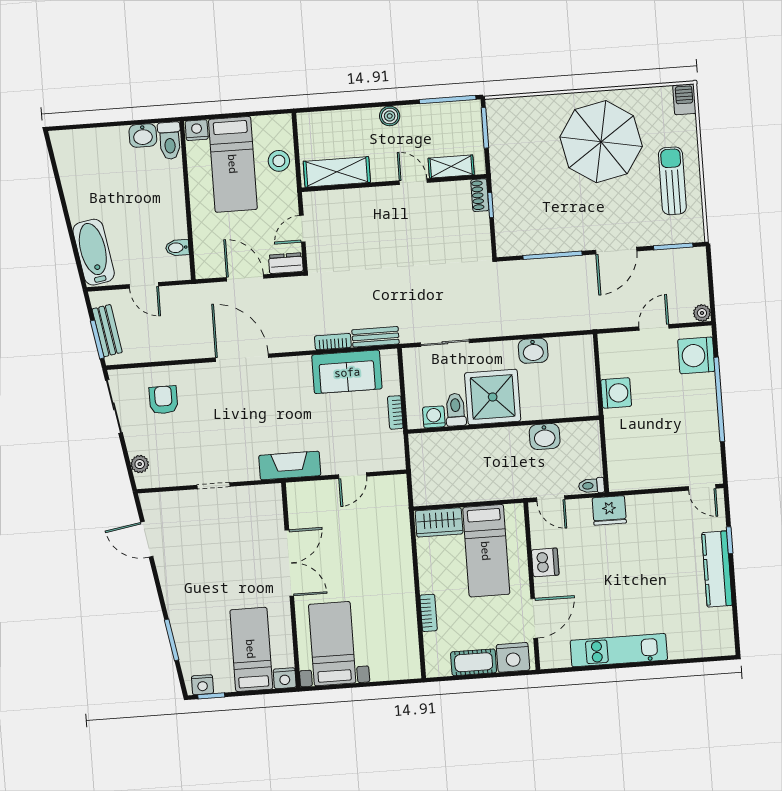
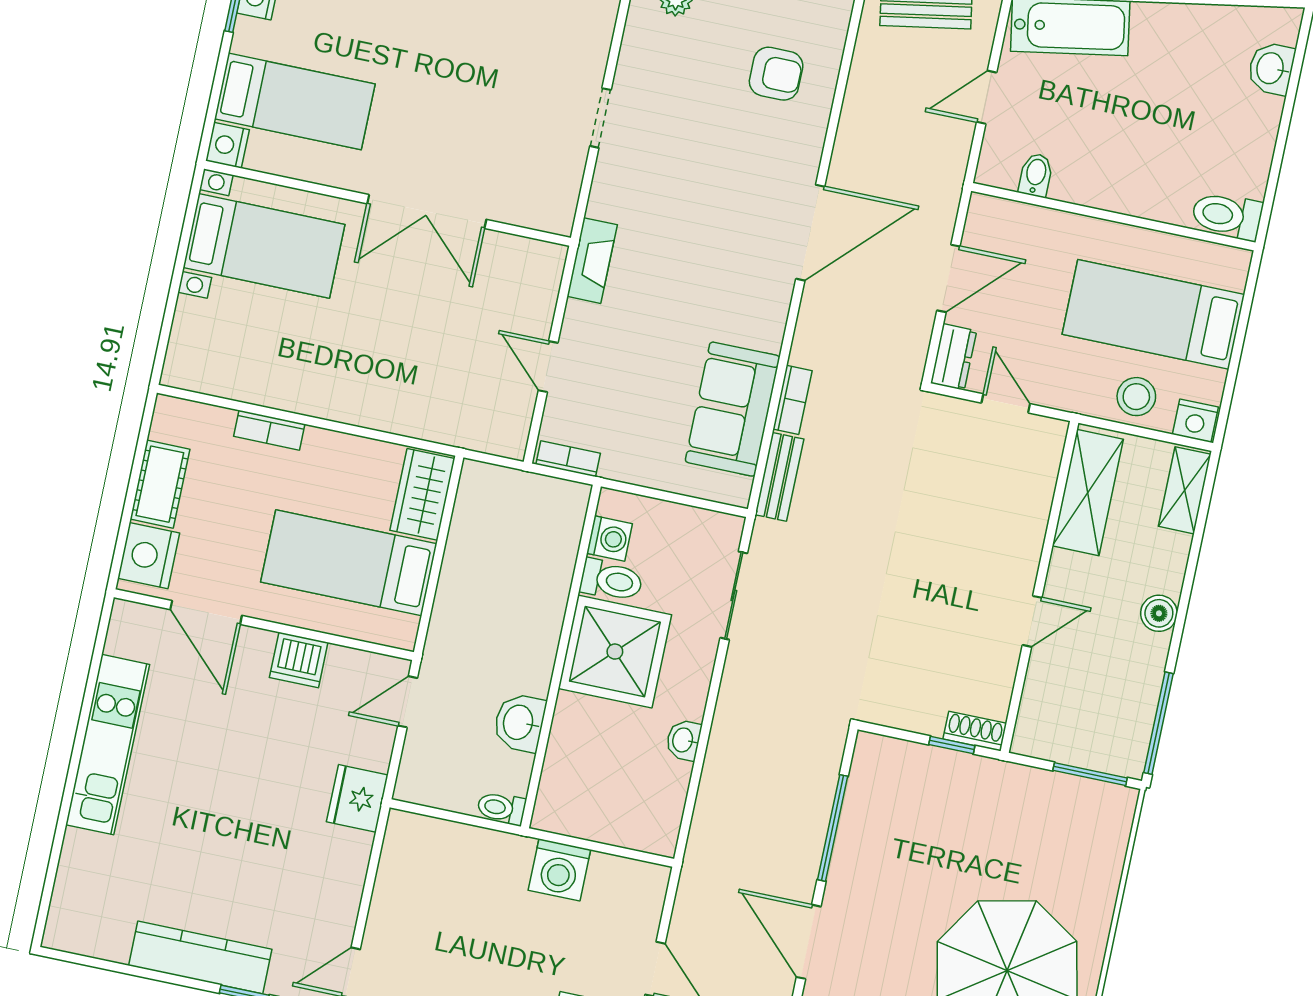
nightstand: (197, 130) -> (1195, 421), moved, turned 90
washbasin: (143, 135) -> (1271, 68), moved
shelving: (451, 166) -> (1185, 490), moved
washbasin: (533, 351) -> (684, 740), width x0.72, depth x0.69
bookcase: (395, 412) -> (568, 459), moved
fireplace: (290, 465) -> (592, 261), width x0.73, depth x0.76
toilet: (591, 486) -> (501, 808), moved, turned -90

